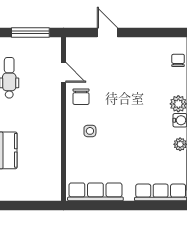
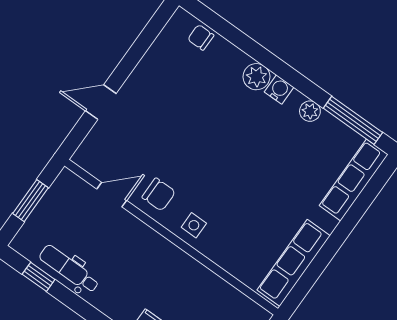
window: (30, 32) -> (30, 201), width x0.69
side table: (90, 131) -> (194, 225), moved

